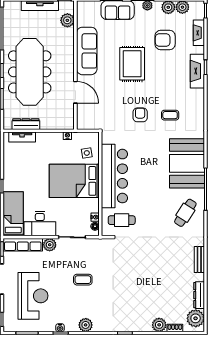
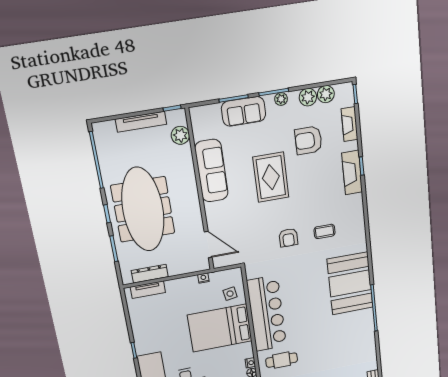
door: (75, 92) -> (208, 245), moved
armchair: (140, 115) -> (288, 238), turned 180
cafe table: (185, 213) -> (354, 338), removed

